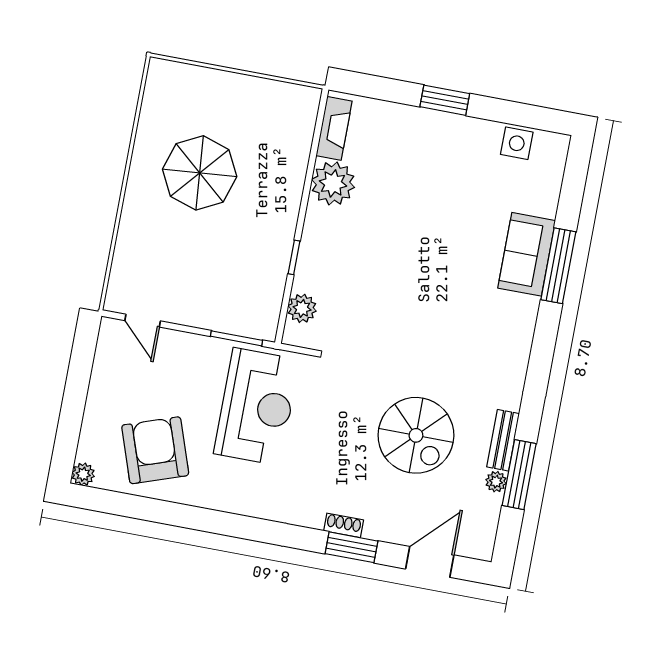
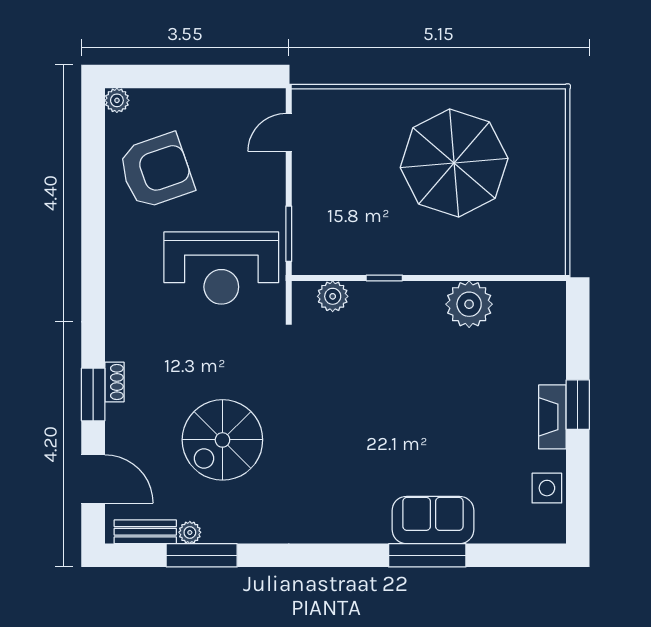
fireplace: (334, 128) -> (552, 417), moved, turned 90
parasol: (200, 173) -> (454, 163), width x1.36, depth x1.36
bench: (503, 440) -> (145, 532), moved

